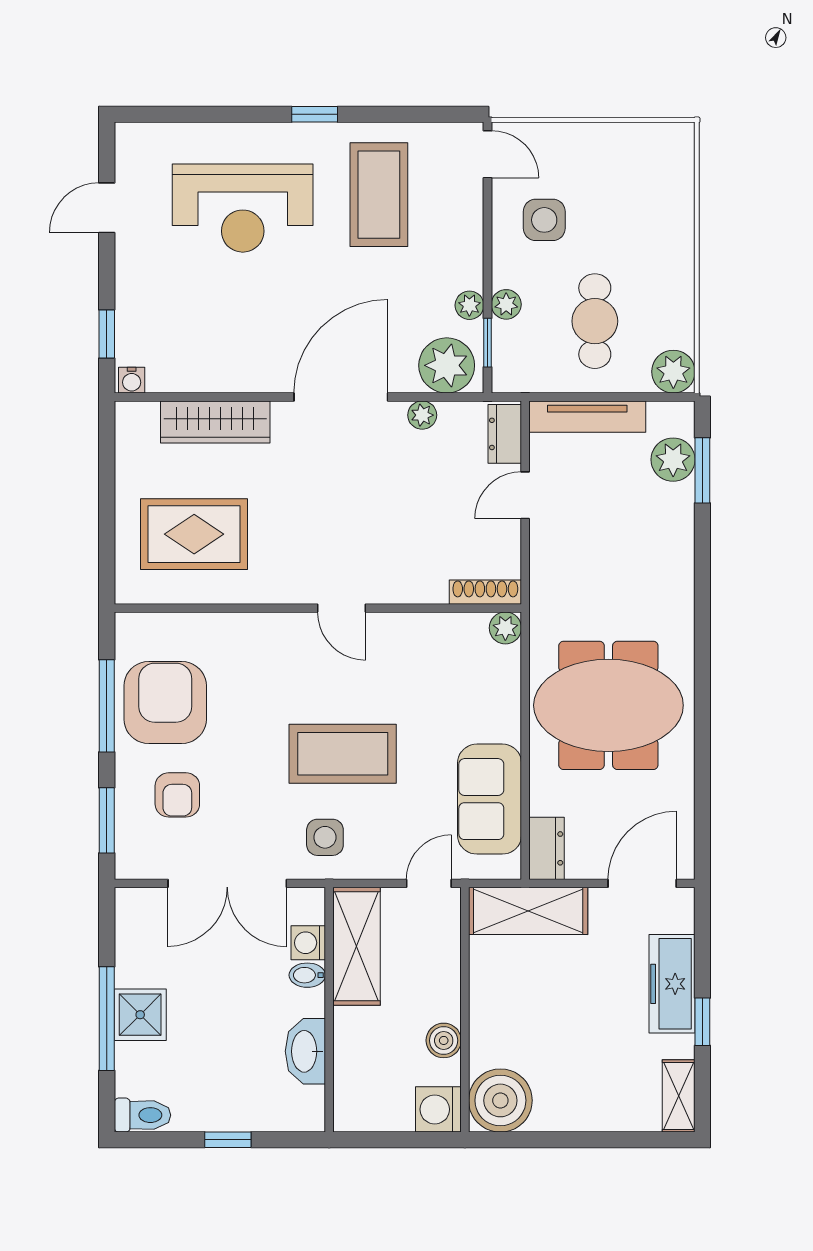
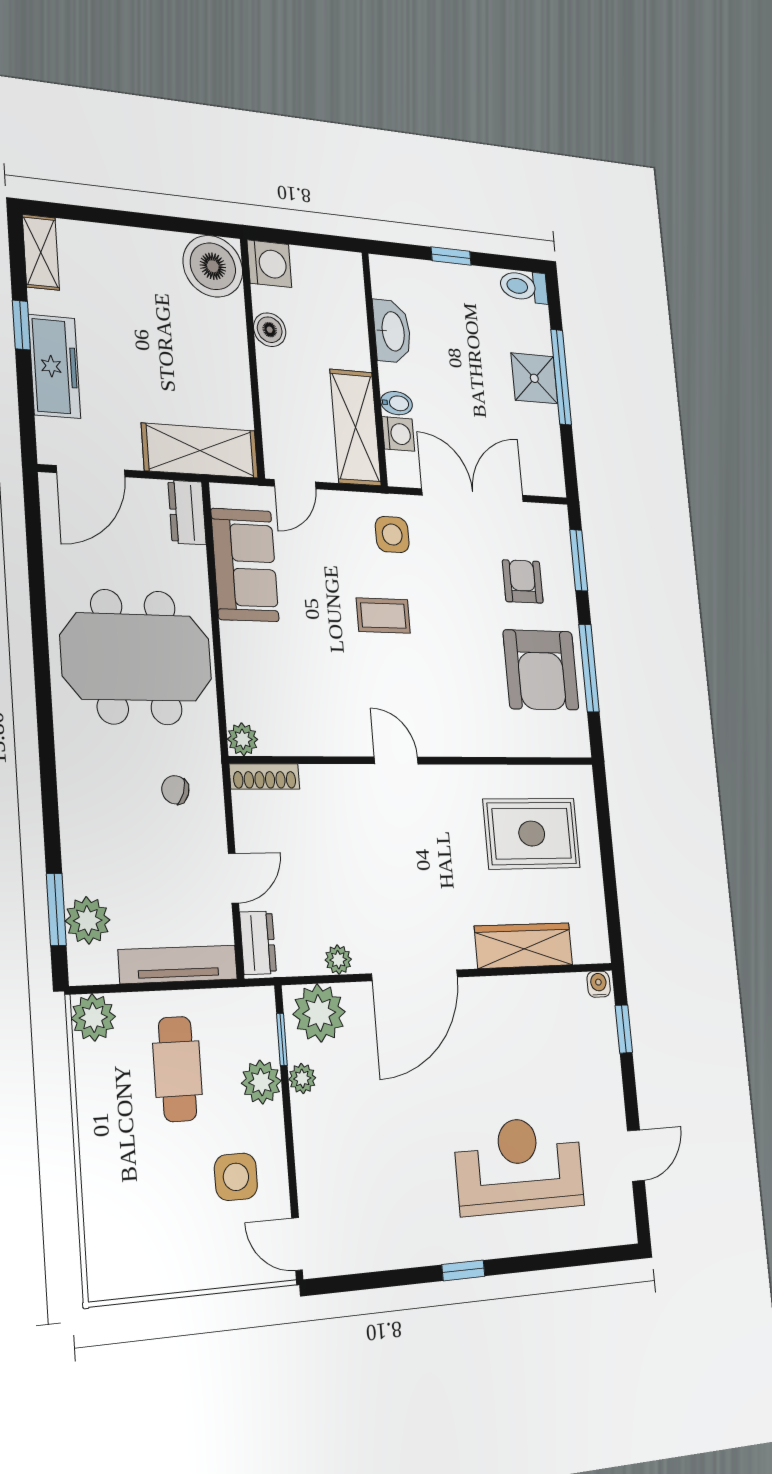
coffee table: (379, 195) -> (397, 1190), removed
plant: (506, 304) -> (261, 1082), width x1.38, depth x1.38
chair: (578, 579) -> (175, 790), added
coffee table: (343, 754) -> (383, 616), width x0.54, depth x0.58

